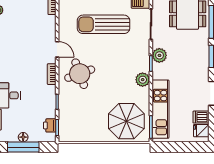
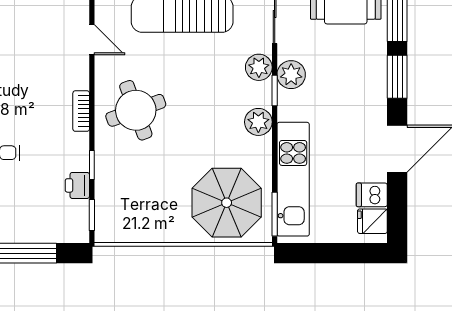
door: (57, 49) -> (92, 40), moved
plant: (143, 52) -> (259, 67), added
printer: (50, 125) -> (77, 185), moved
floor lamp: (23, 137) -> (26, 234), removed

